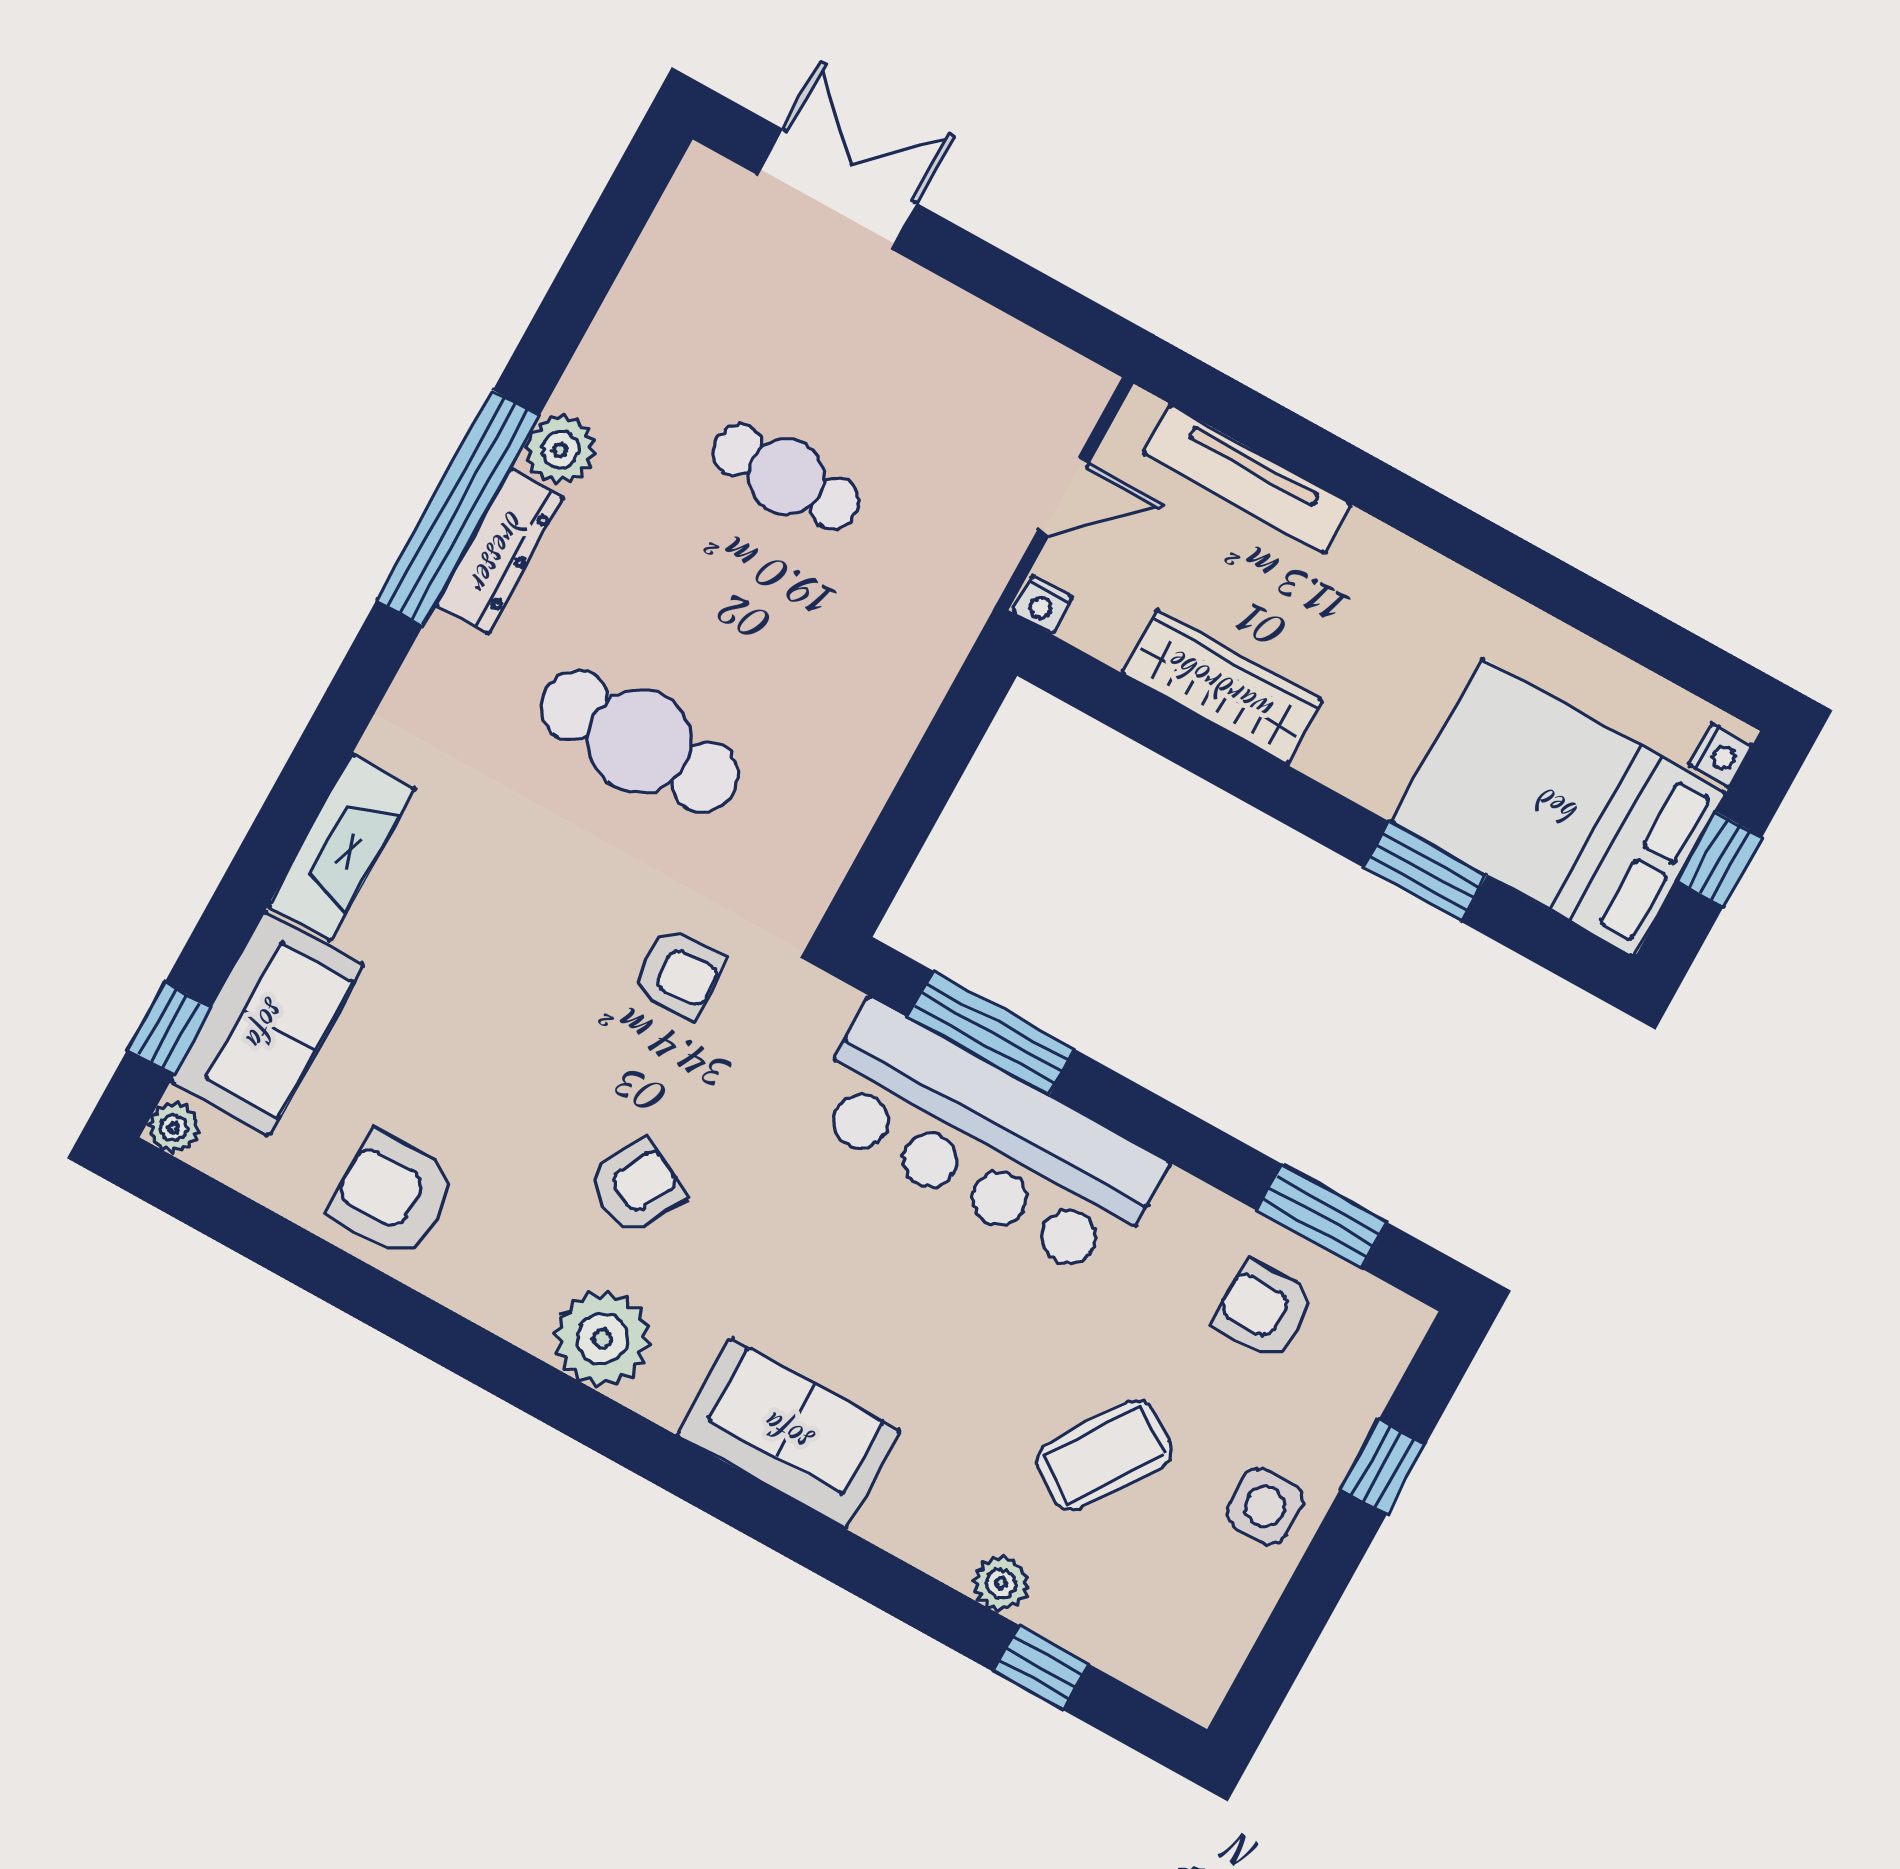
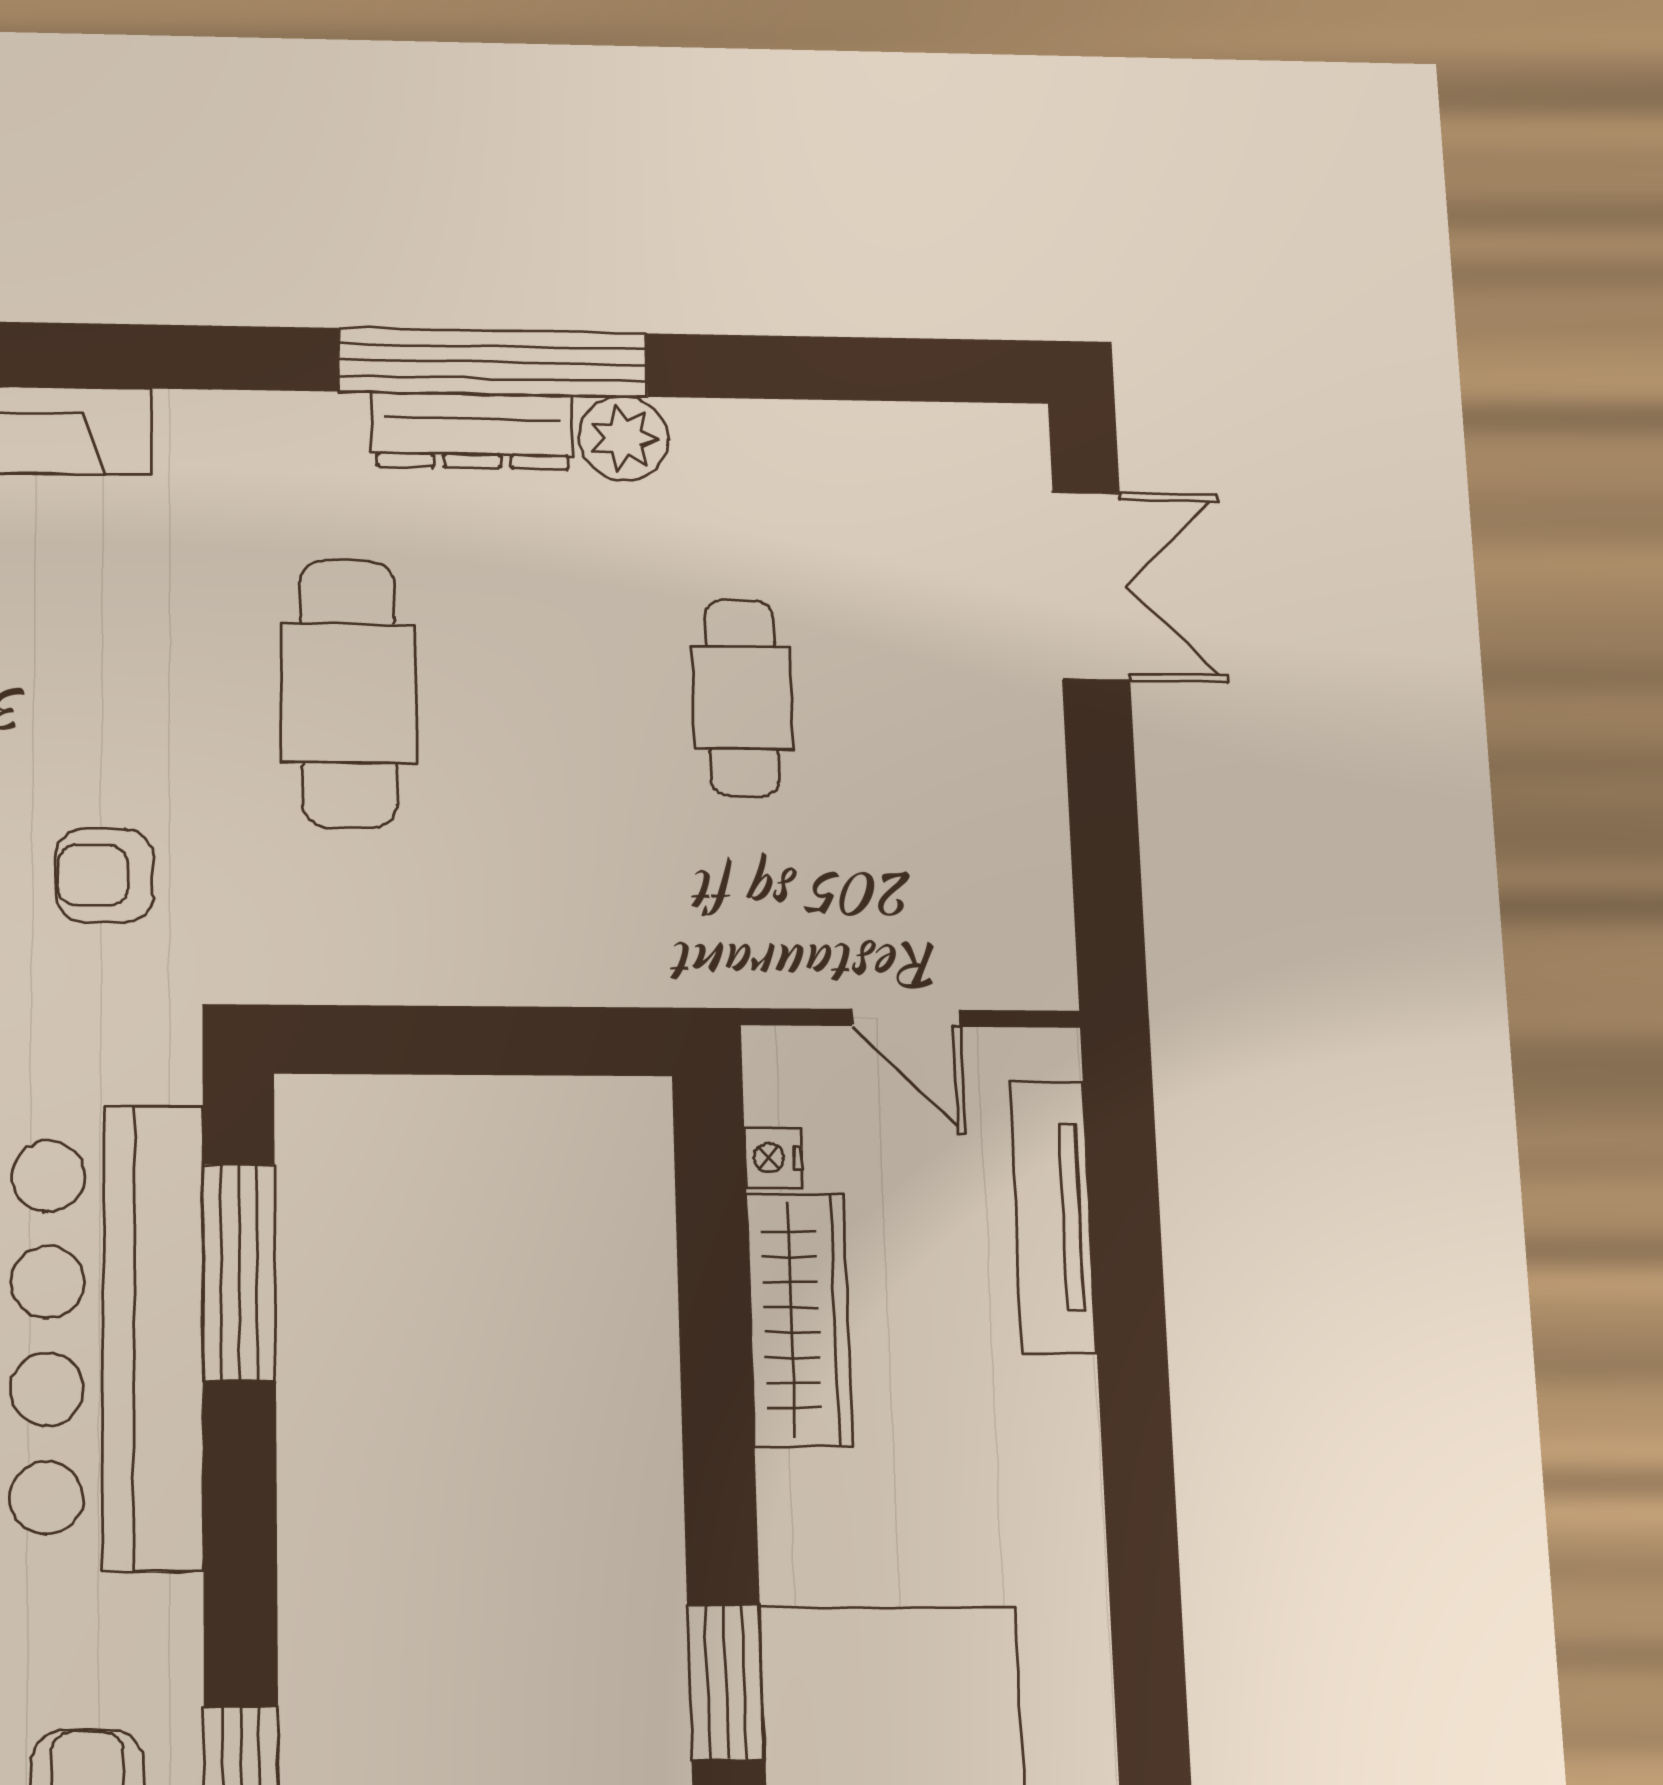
nightstand: (1042, 605) -> (773, 1158), moved
armchair: (678, 974) -> (104, 875), turned 94

